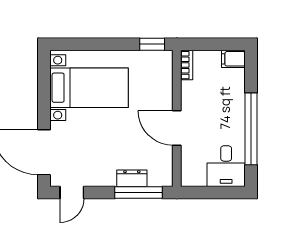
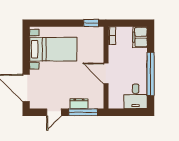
filing cabinet: (233, 59) -> (140, 37), width x2.00
door: (72, 193) -> (54, 112), moved

